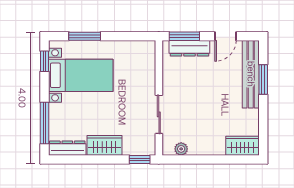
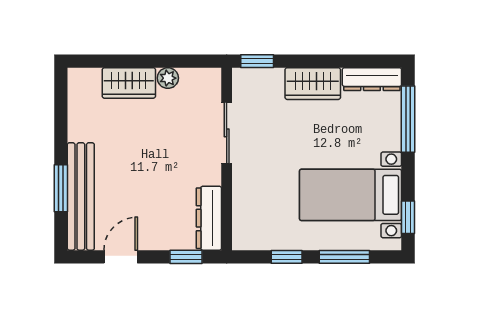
window: (121, 36) -> (287, 257), added
window: (184, 36) -> (186, 257), width x0.67
dresser: (189, 48) -> (209, 218), moved, turned -90
wardrobe: (242, 146) -> (129, 83), moved
plant: (181, 149) -> (168, 78), moved

